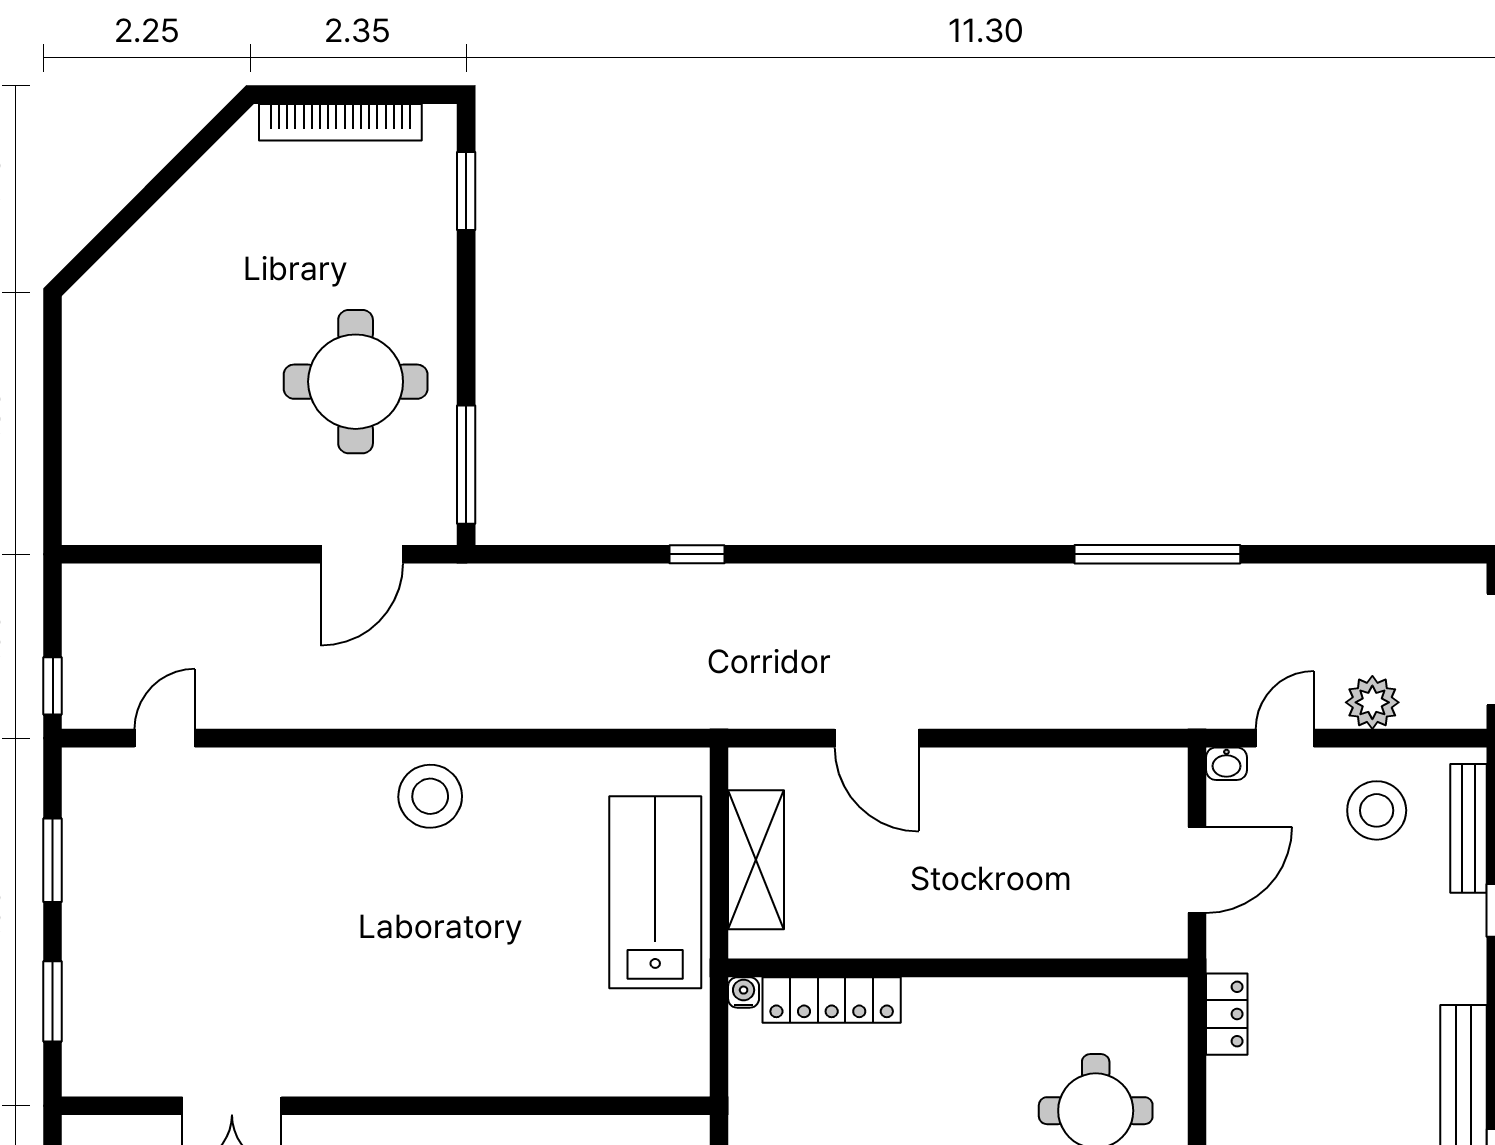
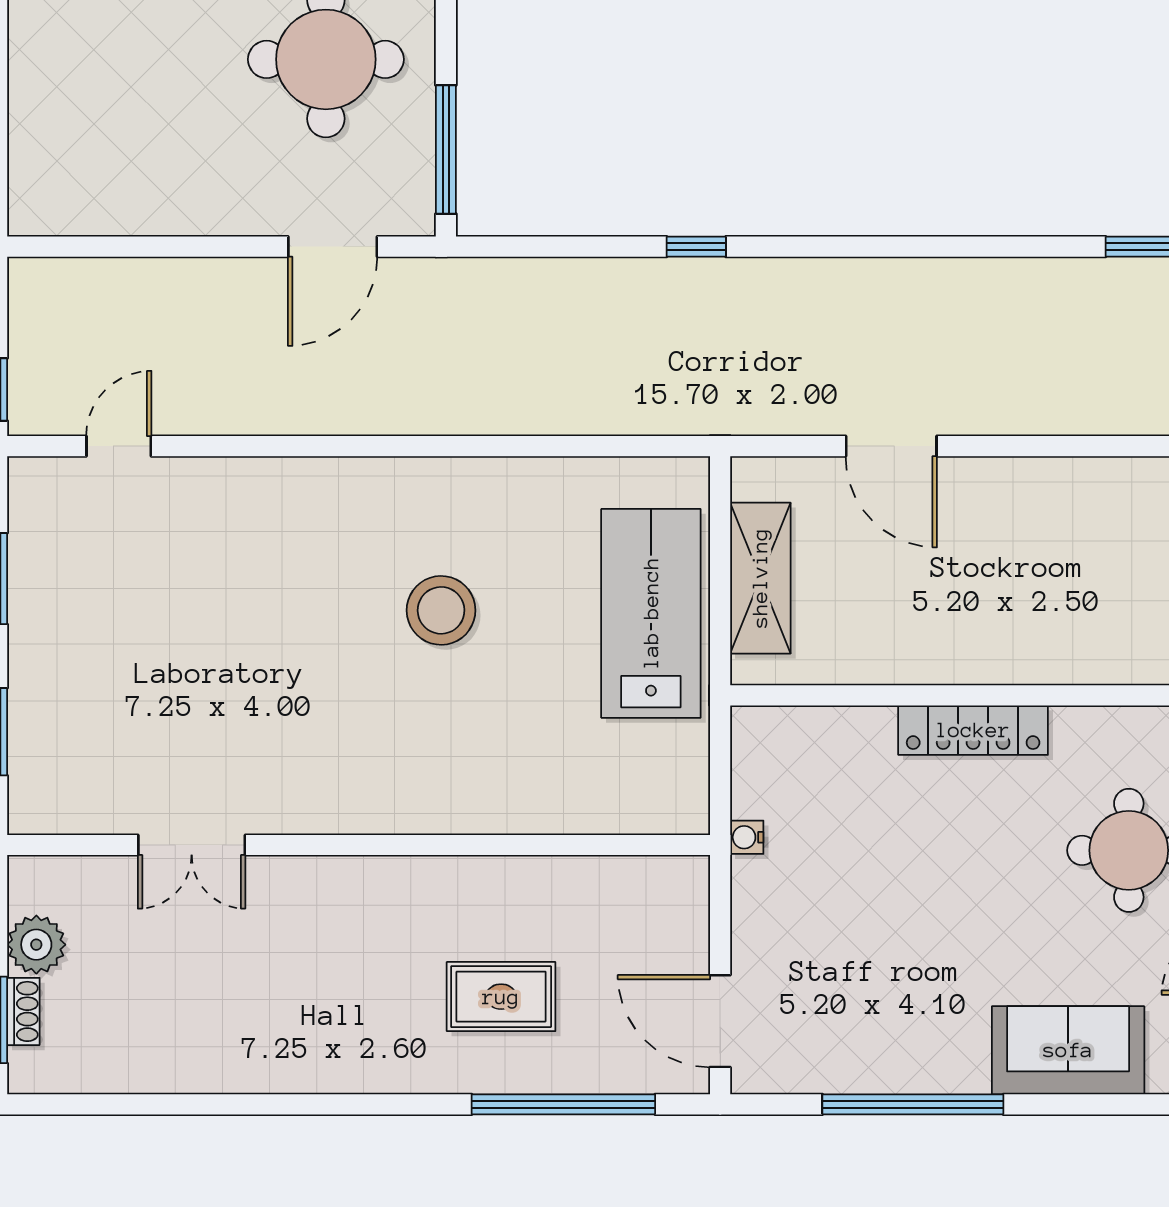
stool: (430, 796) -> (441, 610), moved
water cooler: (744, 992) -> (747, 837), moved, turned -90
locker: (832, 1000) -> (973, 730), moved

